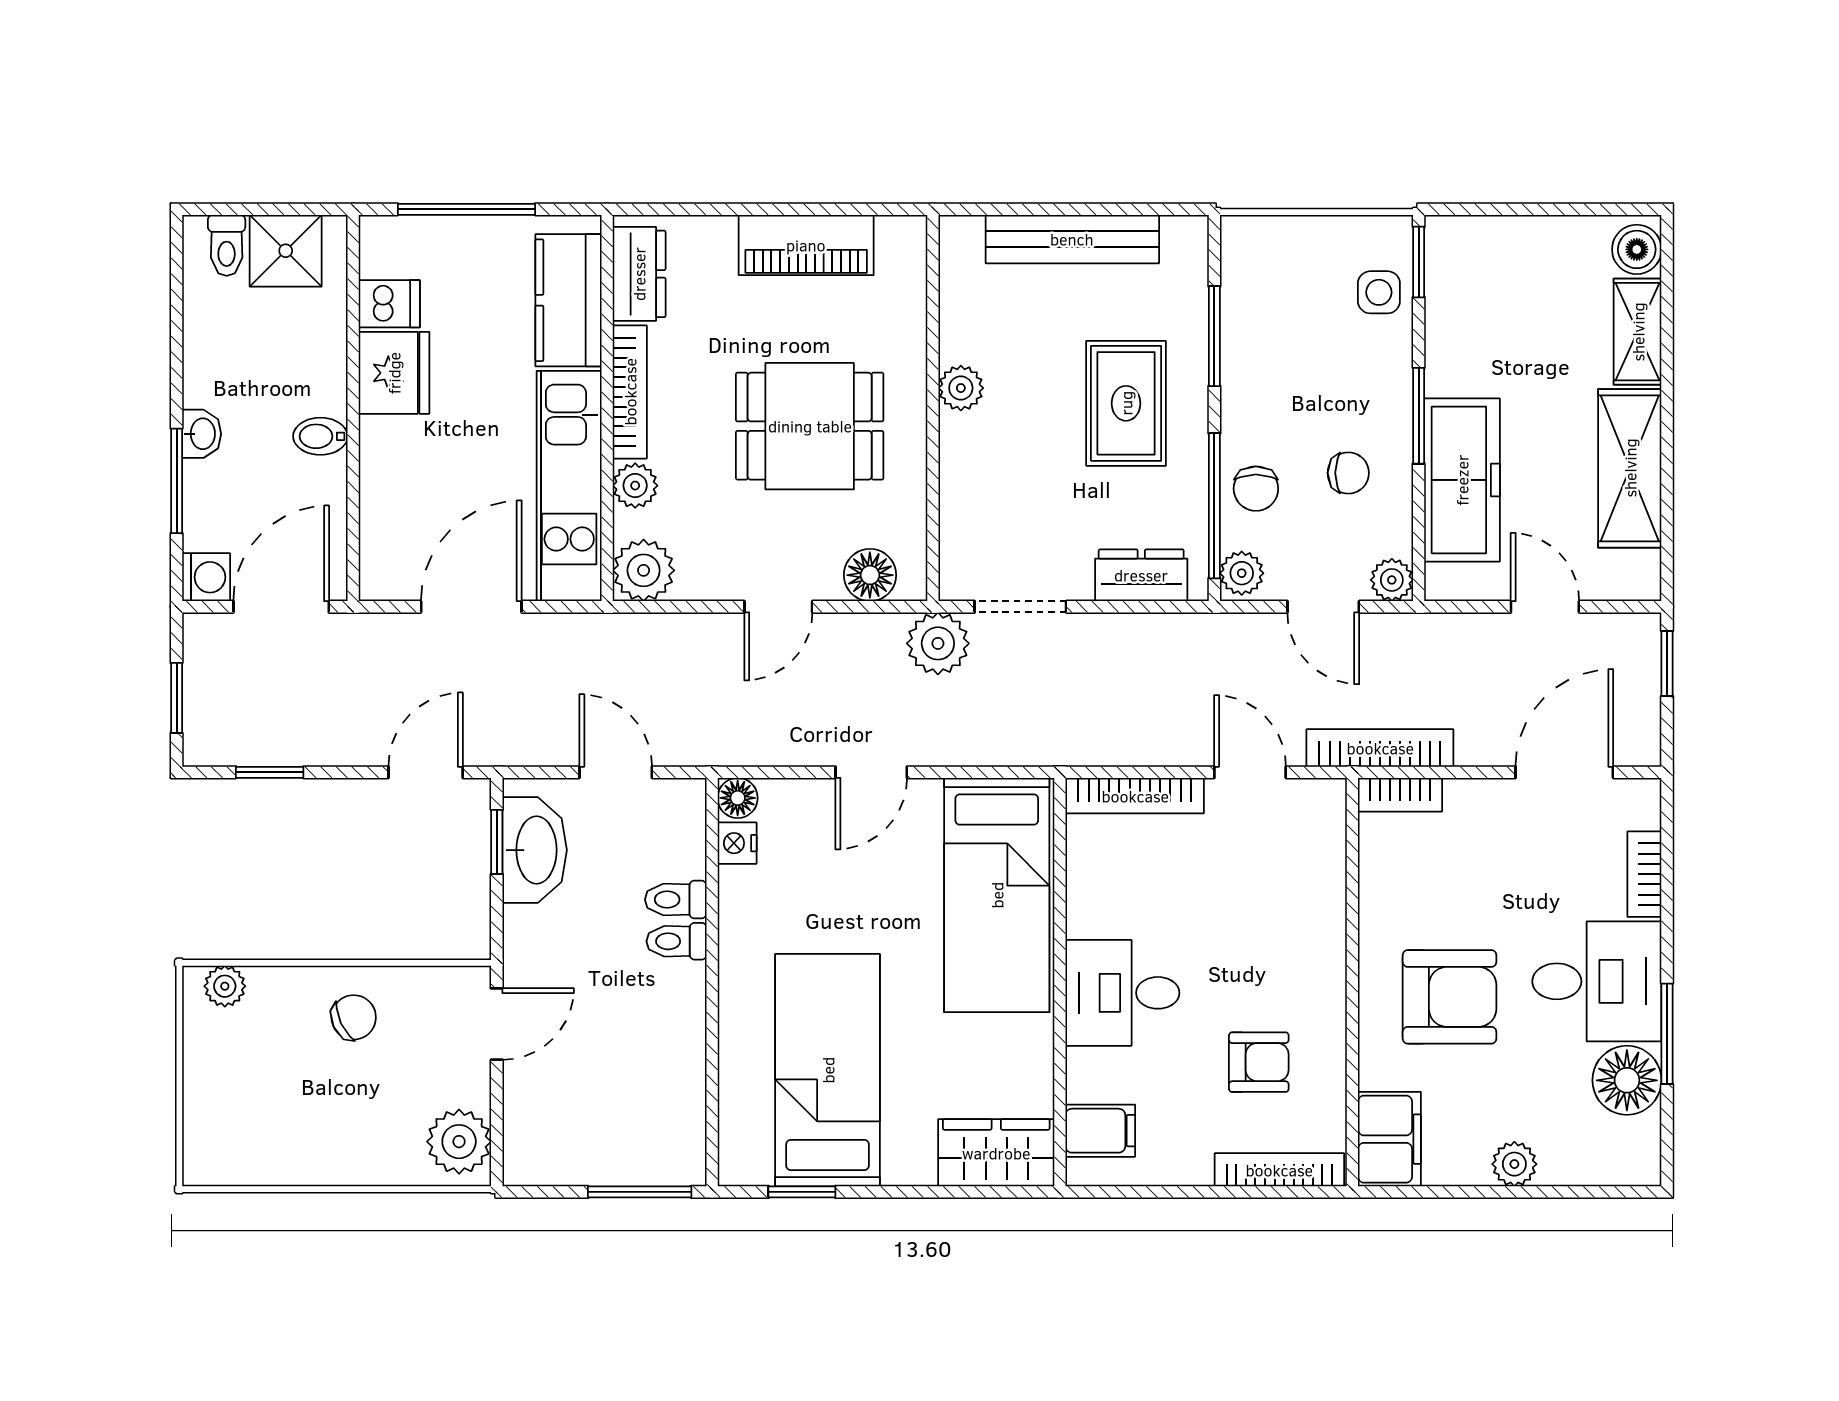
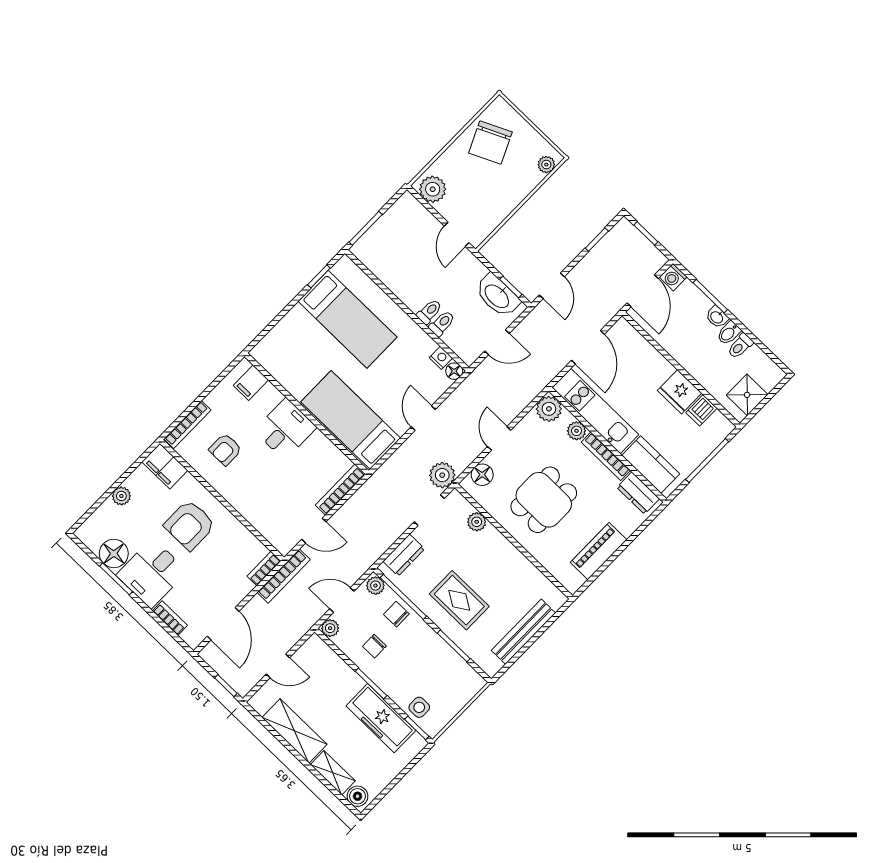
toilet: (227, 245) -> (740, 346), moved, turned -90
plant: (961, 388) -> (477, 522), moved
bidet: (320, 436) -> (729, 333), moved, turned 180
freezer: (1462, 480) -> (381, 718), moved
chair: (354, 1017) -> (490, 142), moved, width x1.87, depth x1.87
wardrobe: (996, 1153) -> (274, 345), removed

